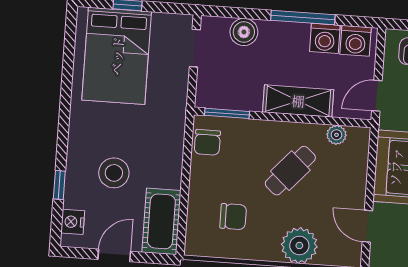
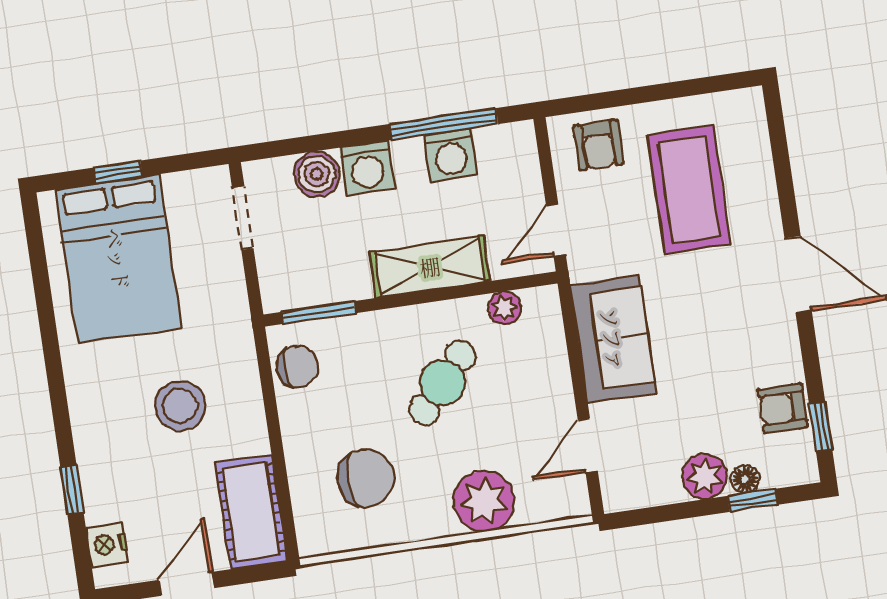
window: (303, 18) -> (444, 124), moved
washing machine: (356, 41) -> (367, 168), moved
chair: (207, 142) -> (297, 367), turned -90
stool: (114, 173) -> (180, 406), moved
chair: (233, 217) -> (366, 478), width x1.37, depth x1.37
door: (367, 226) -> (588, 445), hinge flipped

